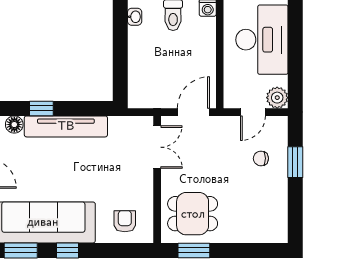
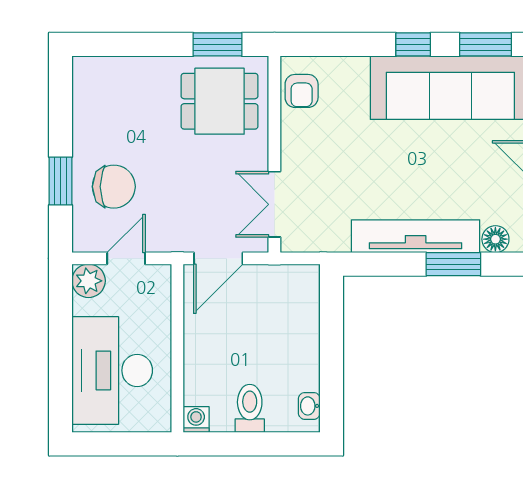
window: (41, 108) -> (453, 264), width x1.50
chair: (261, 158) -> (114, 187), width x1.87, depth x1.87
armchair: (125, 221) -> (302, 91), moved

